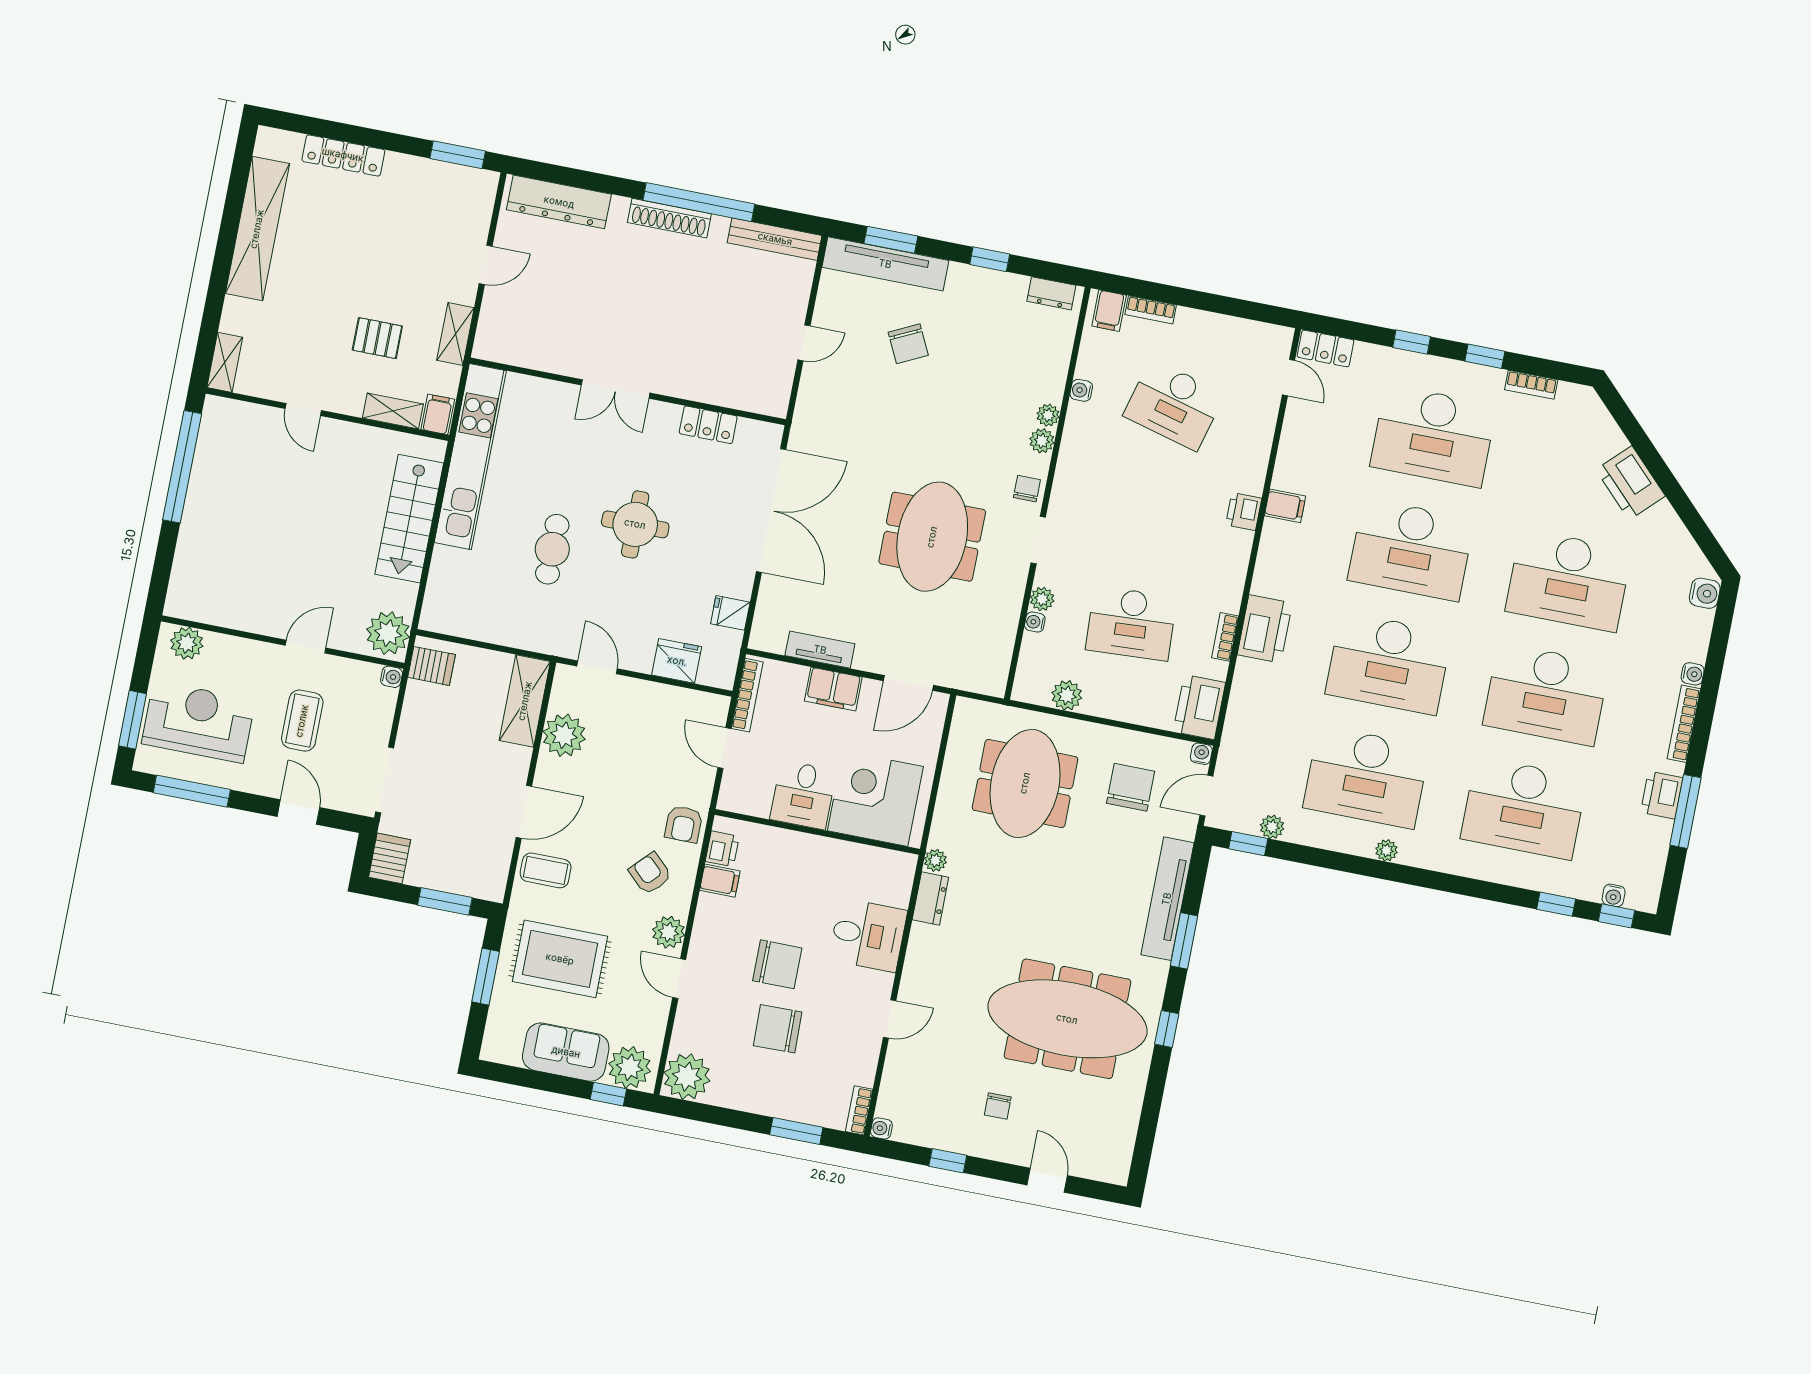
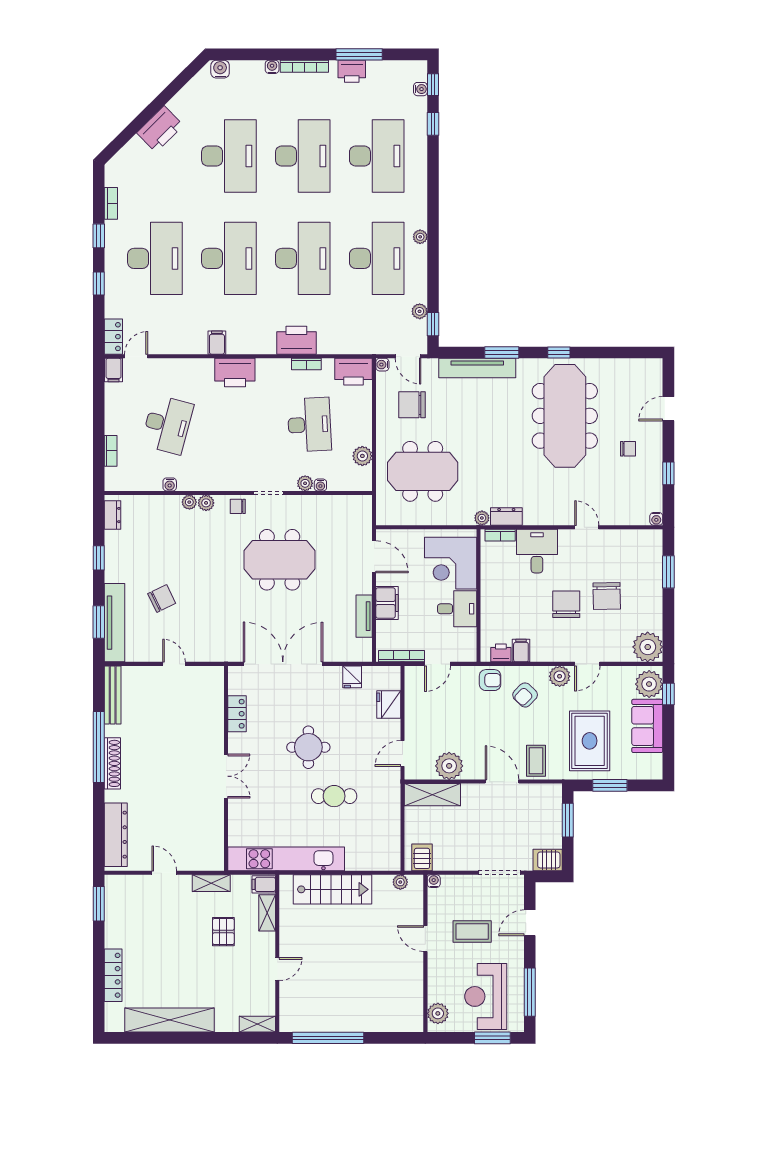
filing cabinet: (1109, 311) -> (114, 370), moved, turned 90
printer: (1244, 512) -> (235, 373), width x1.87, depth x1.48
plant: (388, 633) -> (400, 882), width x0.53, depth x0.53
bookcase: (859, 1110) -> (500, 535), moved

